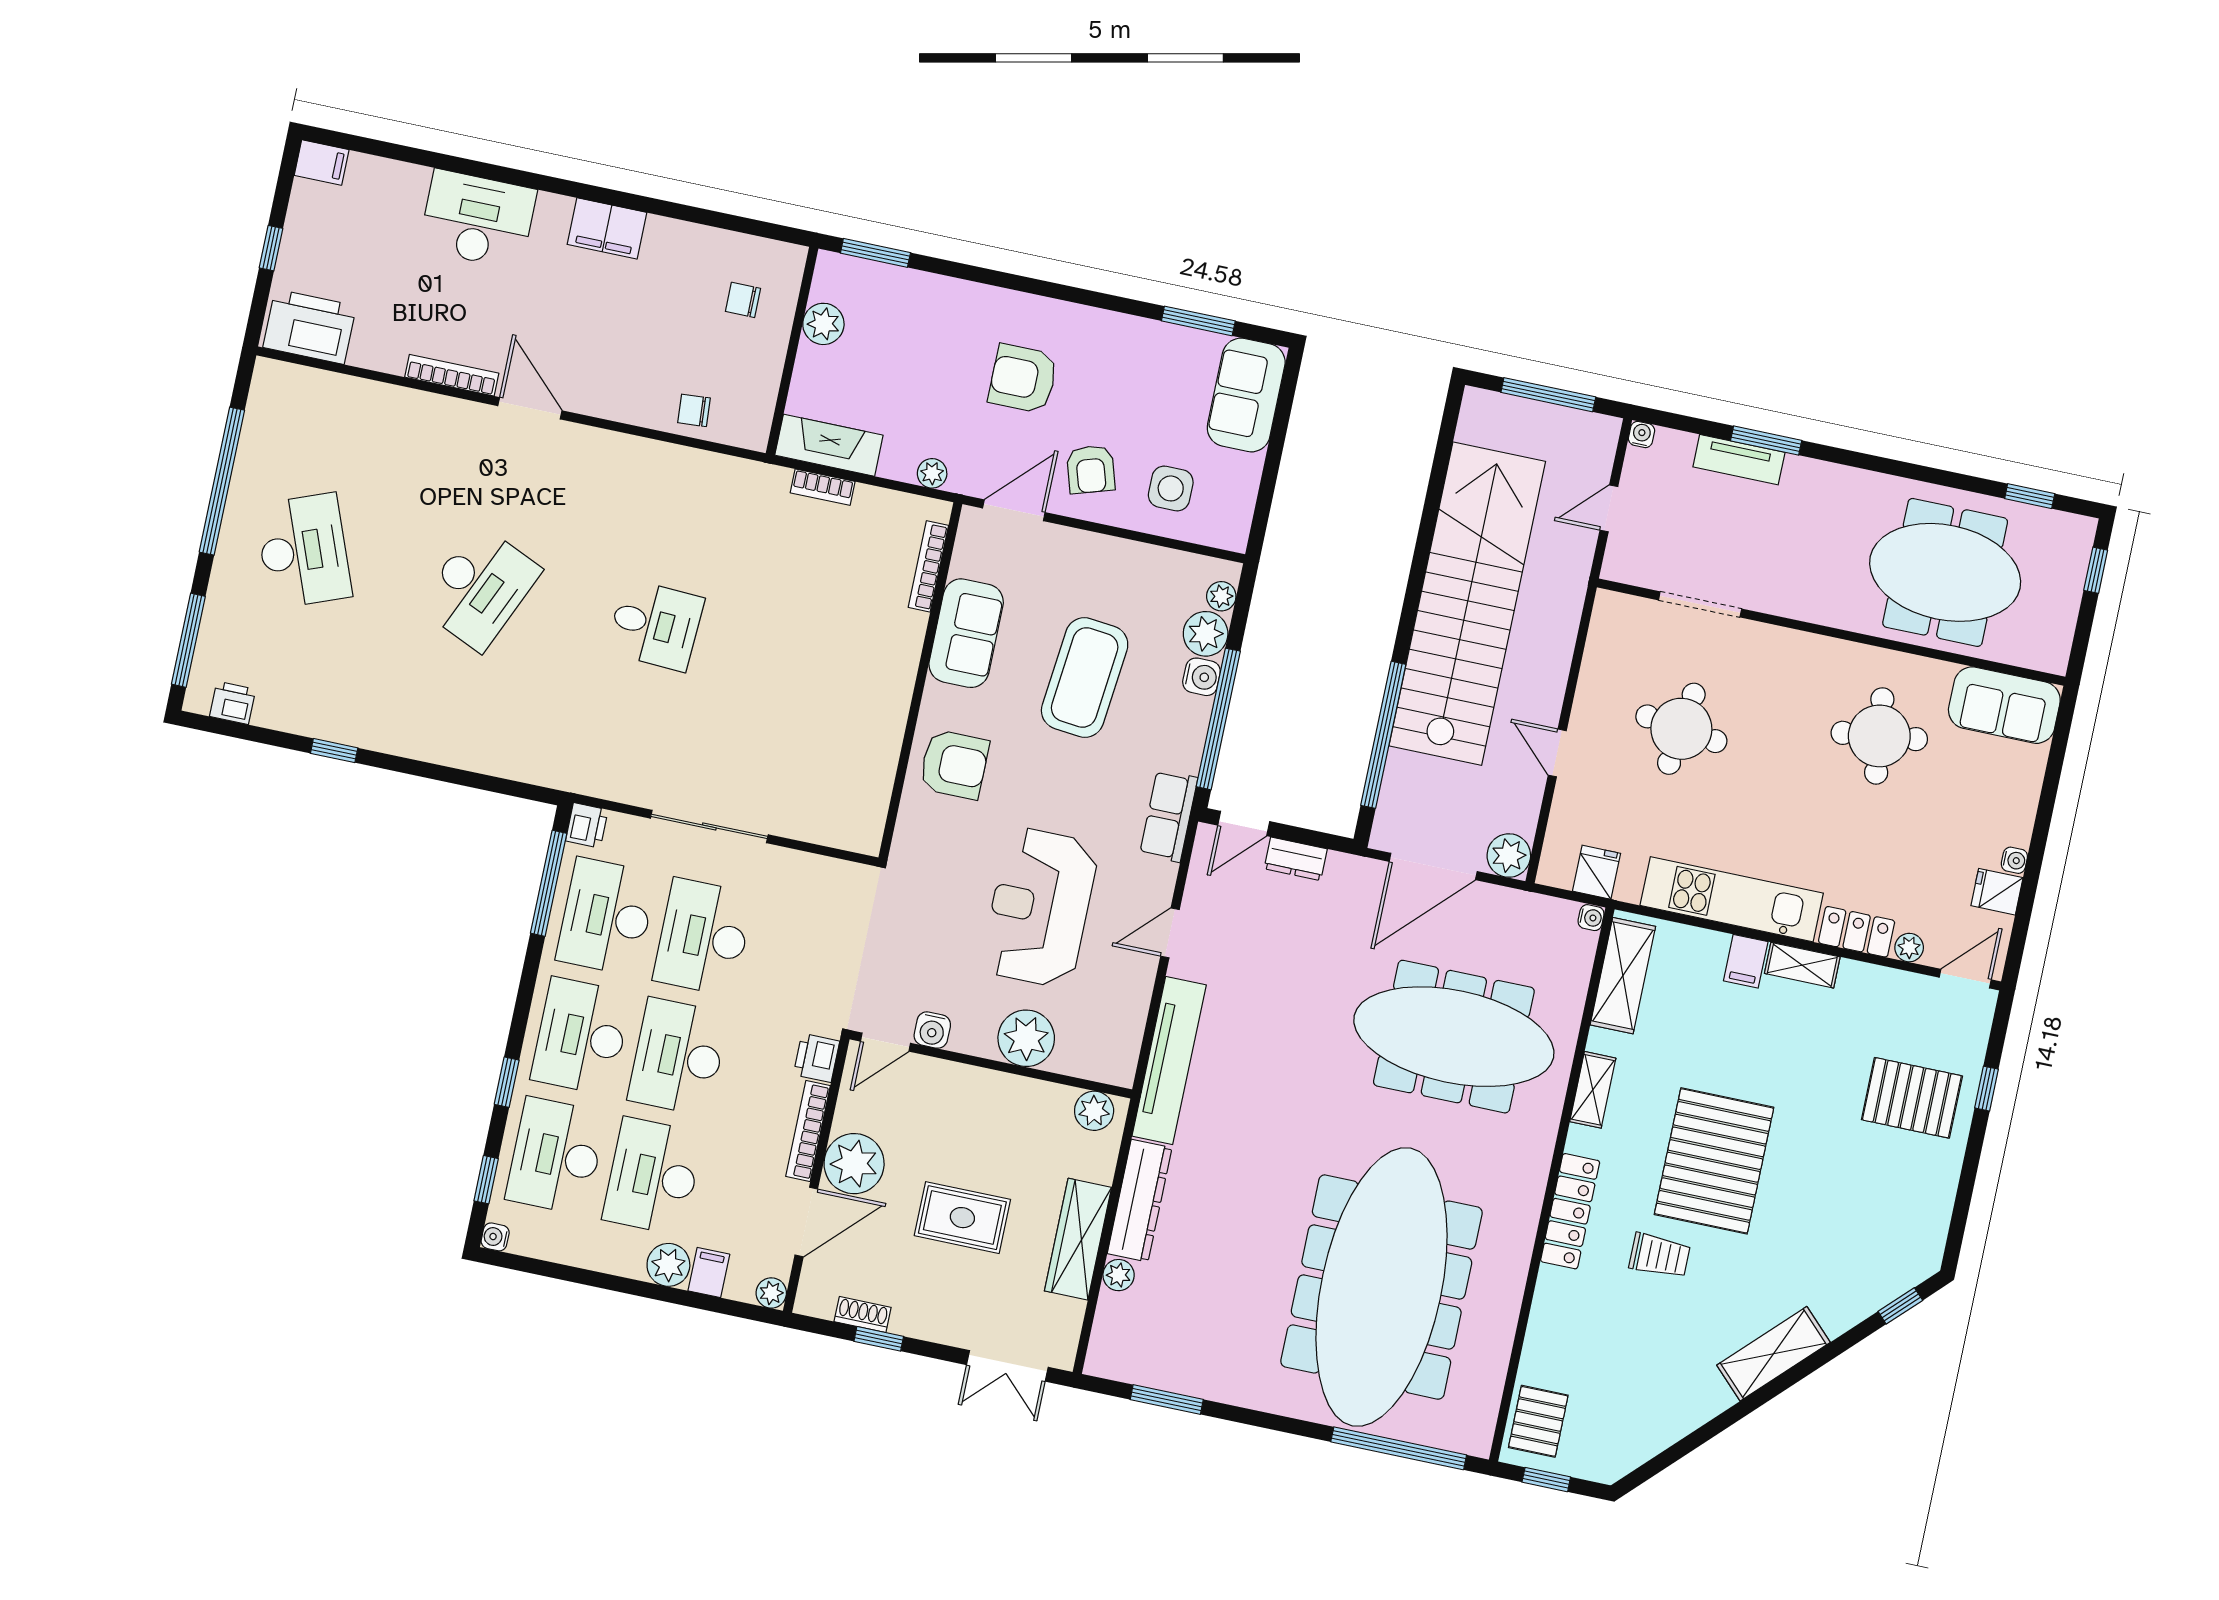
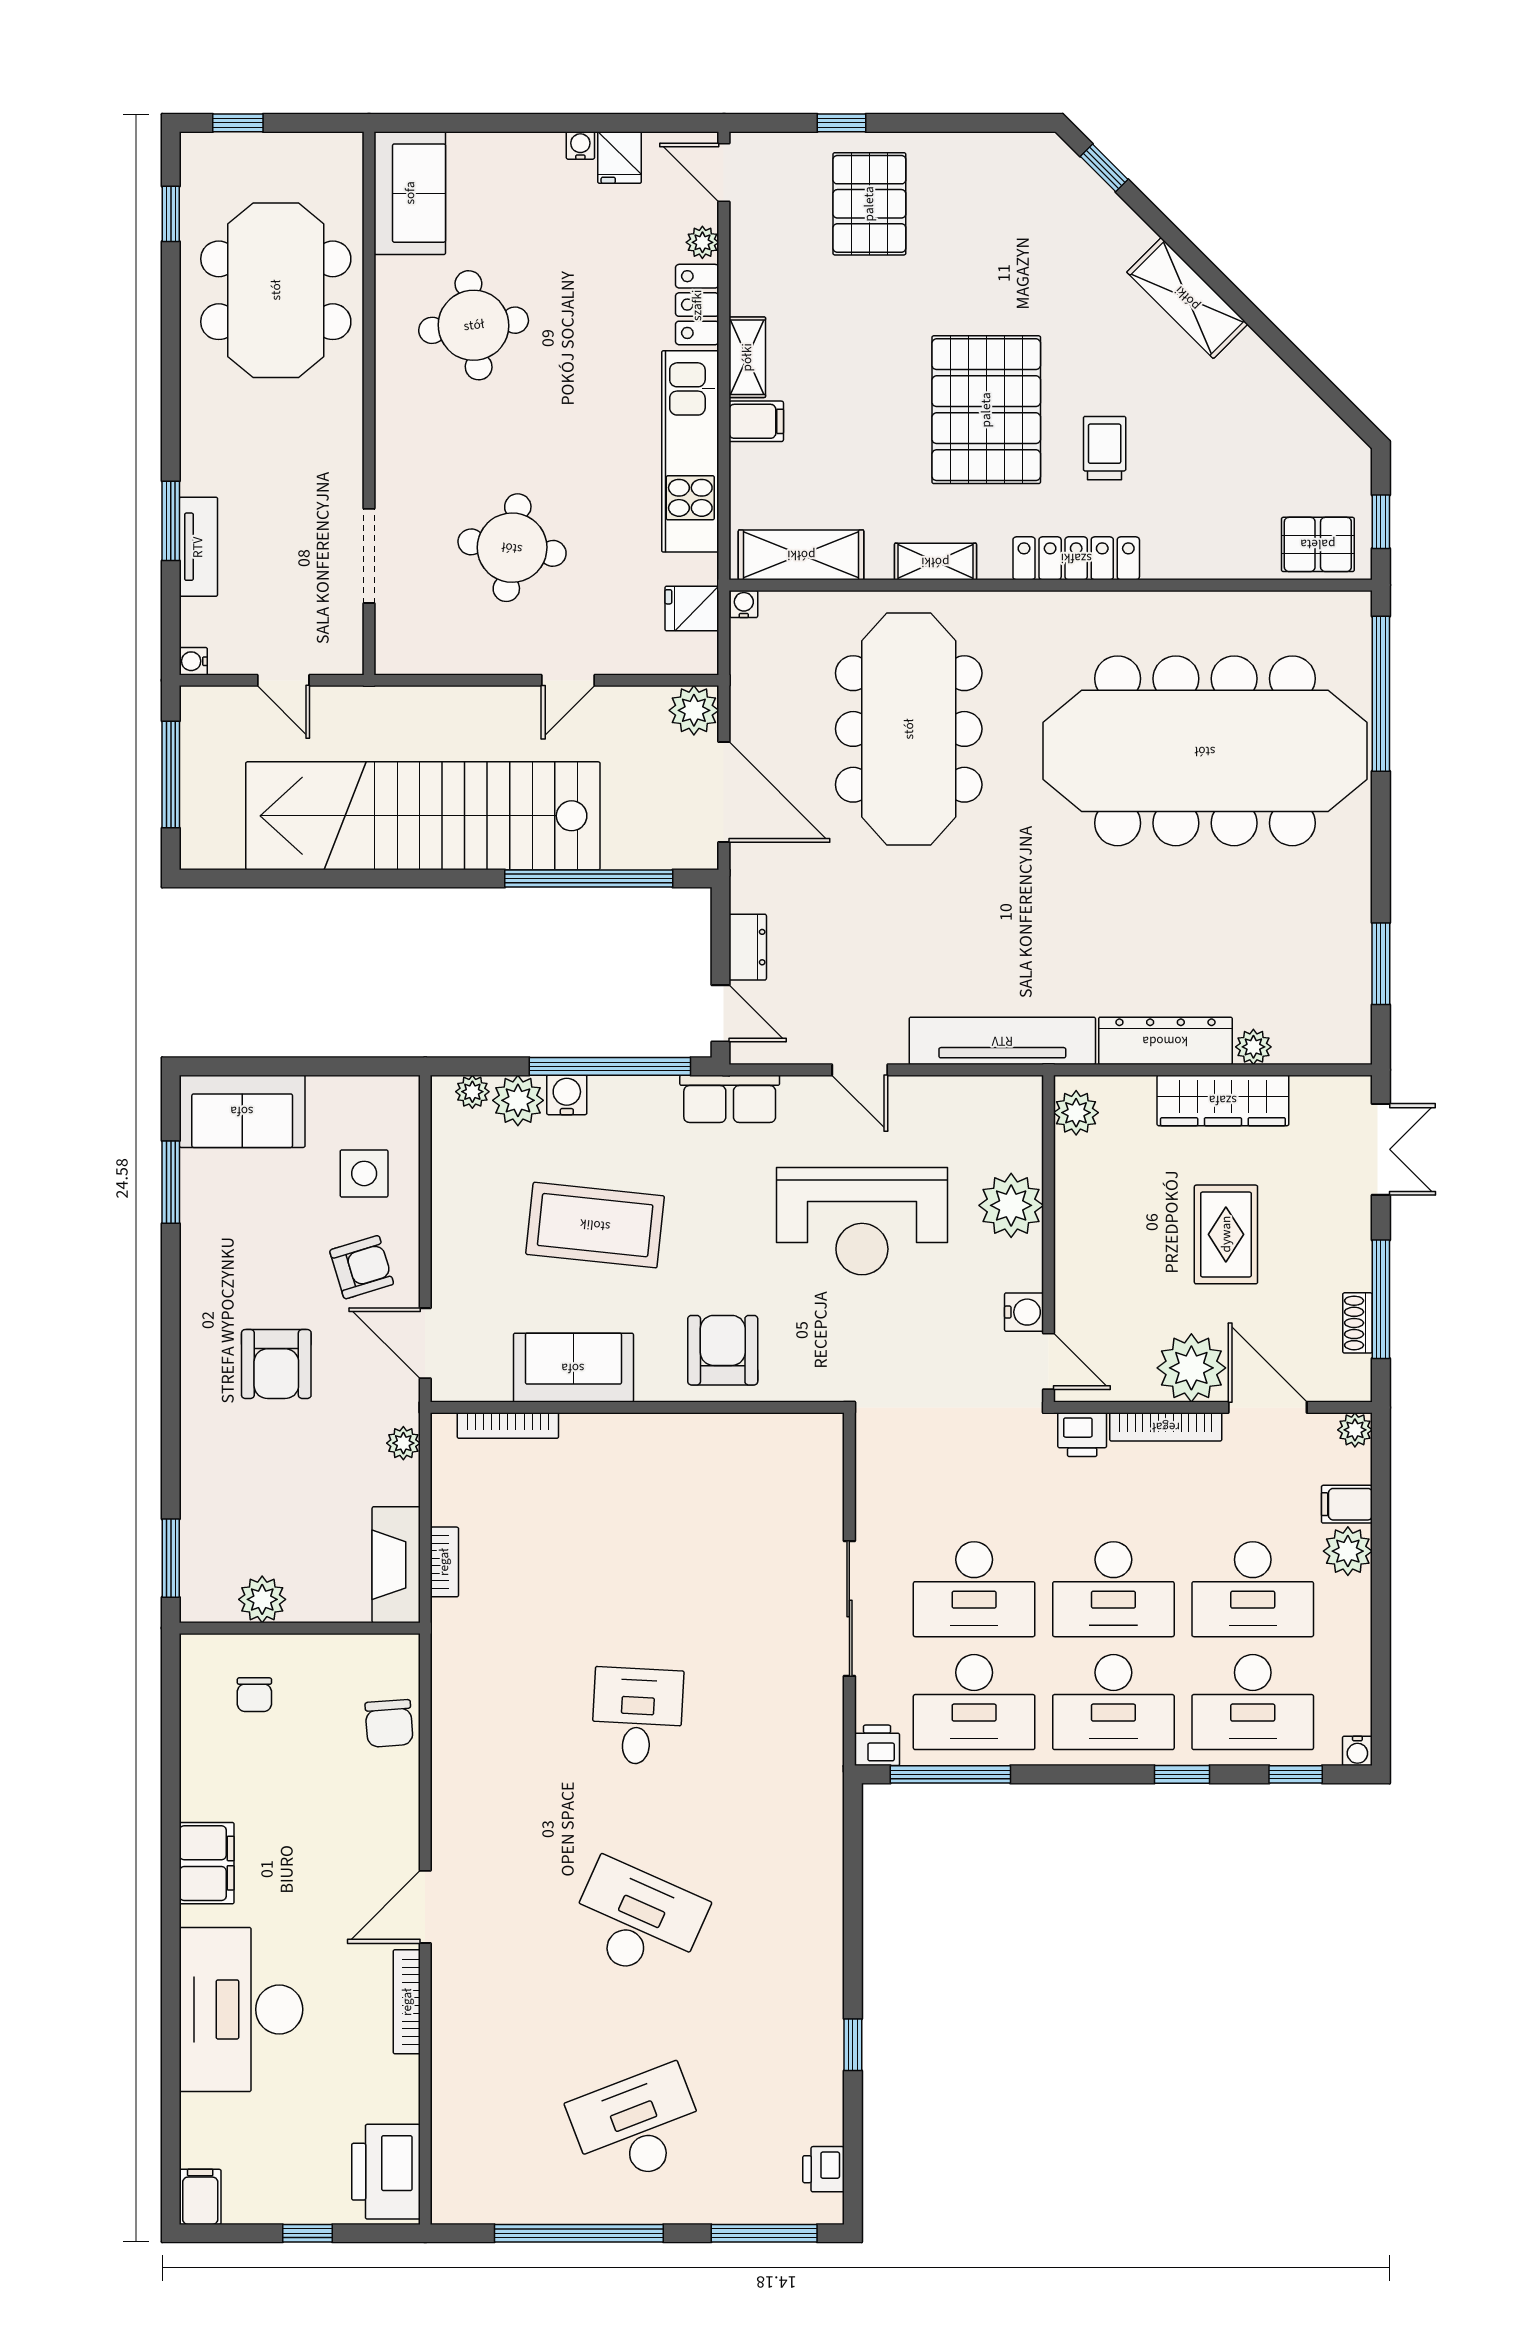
desk: (478, 219) -> (241, 2009), width x1.36, depth x1.30
chair: (694, 410) -> (389, 1723), width x1.37, depth x1.37
pallet: (1714, 1161) -> (986, 410), turned 90
window: (879, 1339) -> (1381, 1299), width x2.17

